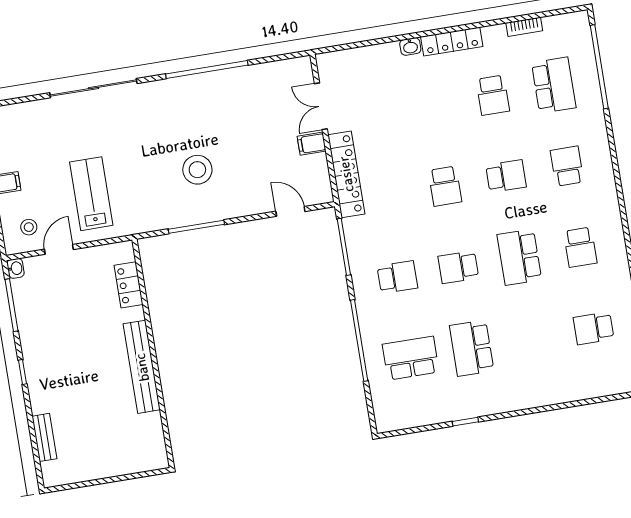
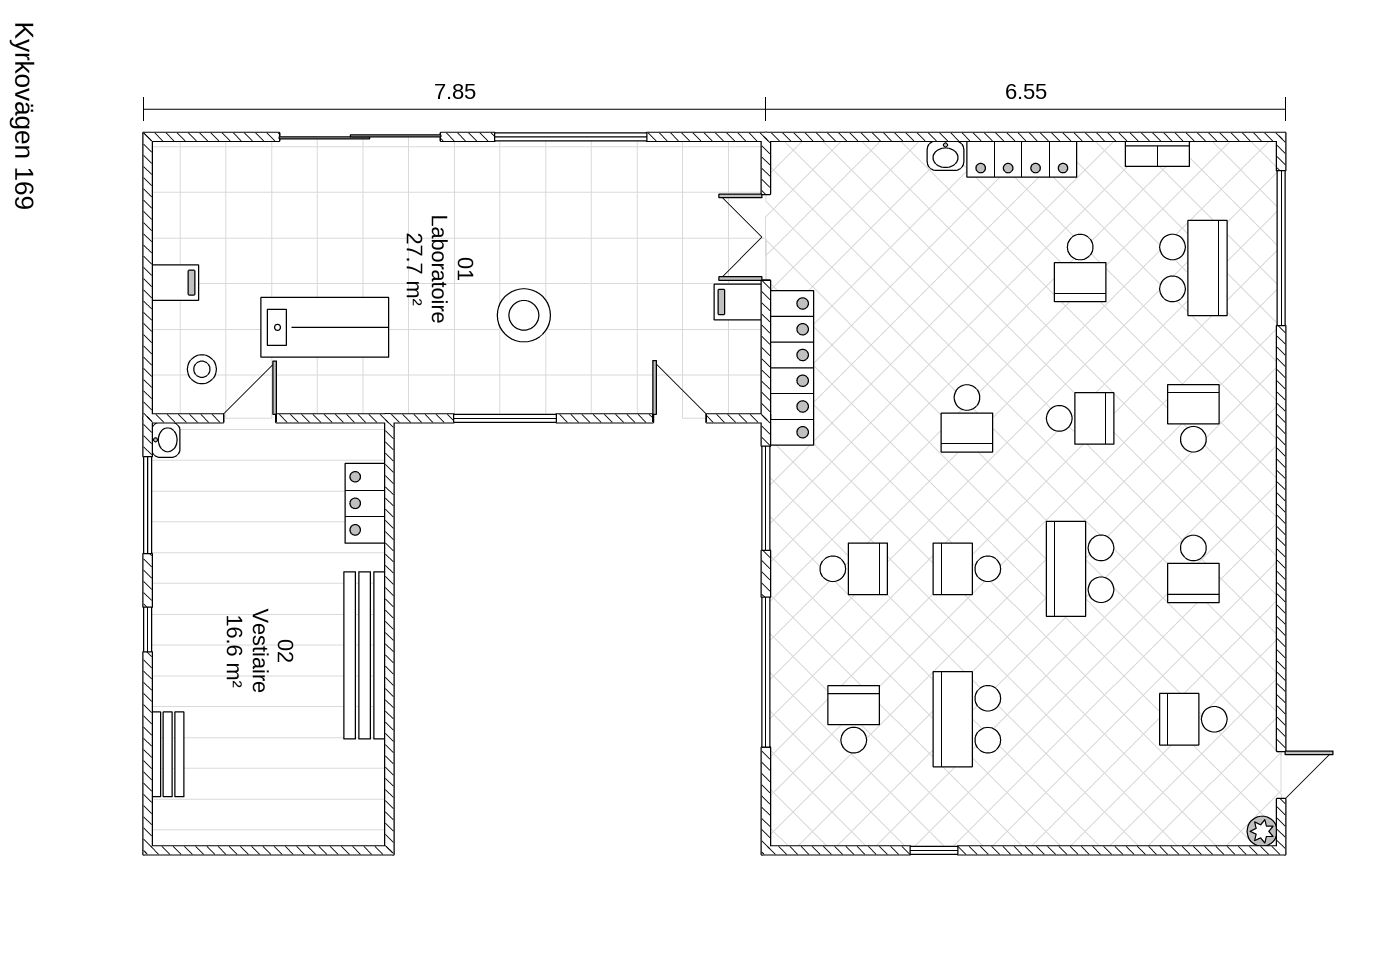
lab bench: (91, 194) -> (325, 327), turned 90
school desk: (411, 358) -> (854, 719), width x0.54

